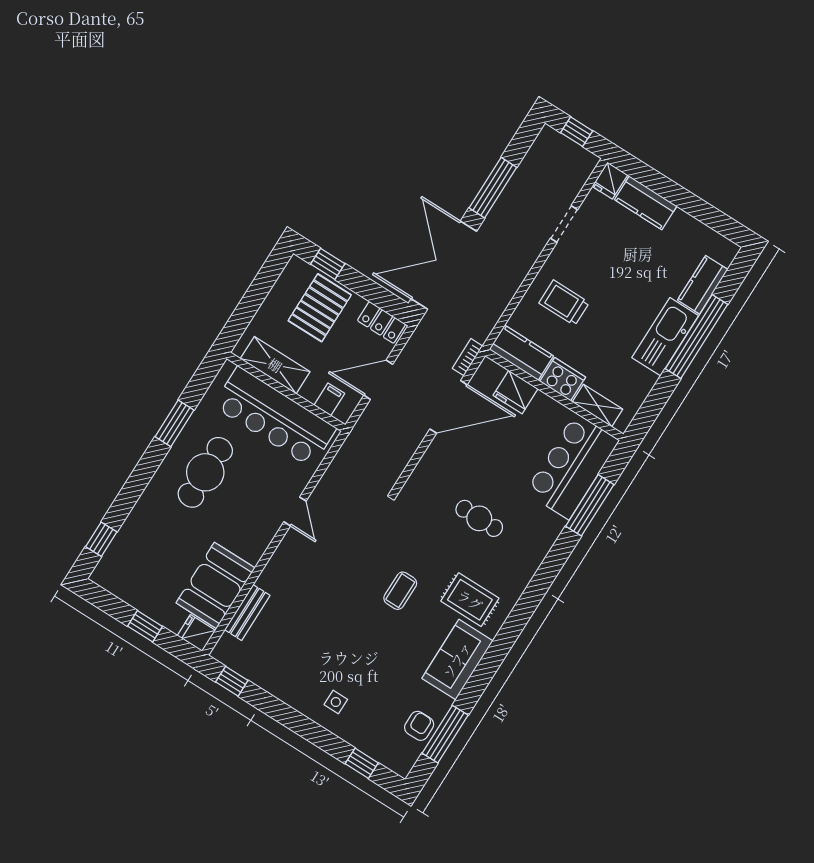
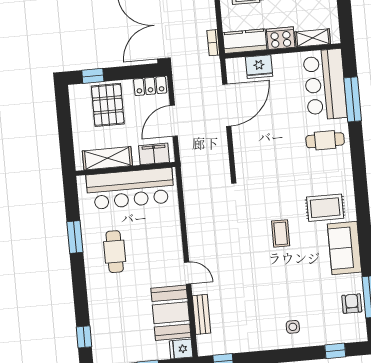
bookcase: (468, 357) -> (213, 43), moved
filing cabinet: (329, 399) -> (154, 154), width x2.00
cafe table: (205, 472) -> (115, 252), width x0.73, depth x0.74
door: (295, 511) -> (188, 273), moved
cafe table: (479, 518) -> (325, 140), moved

